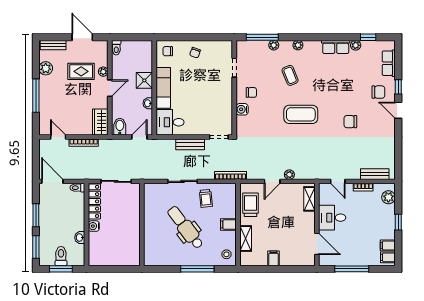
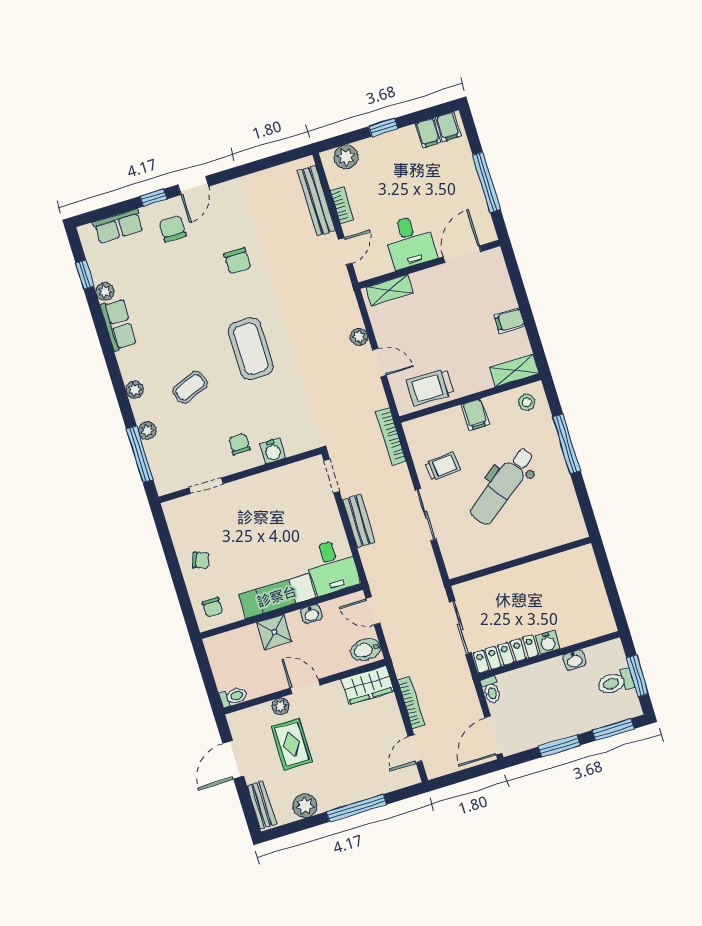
bench: (375, 174) -> (316, 201), width x1.36
shelving: (246, 239) -> (514, 370), moved

